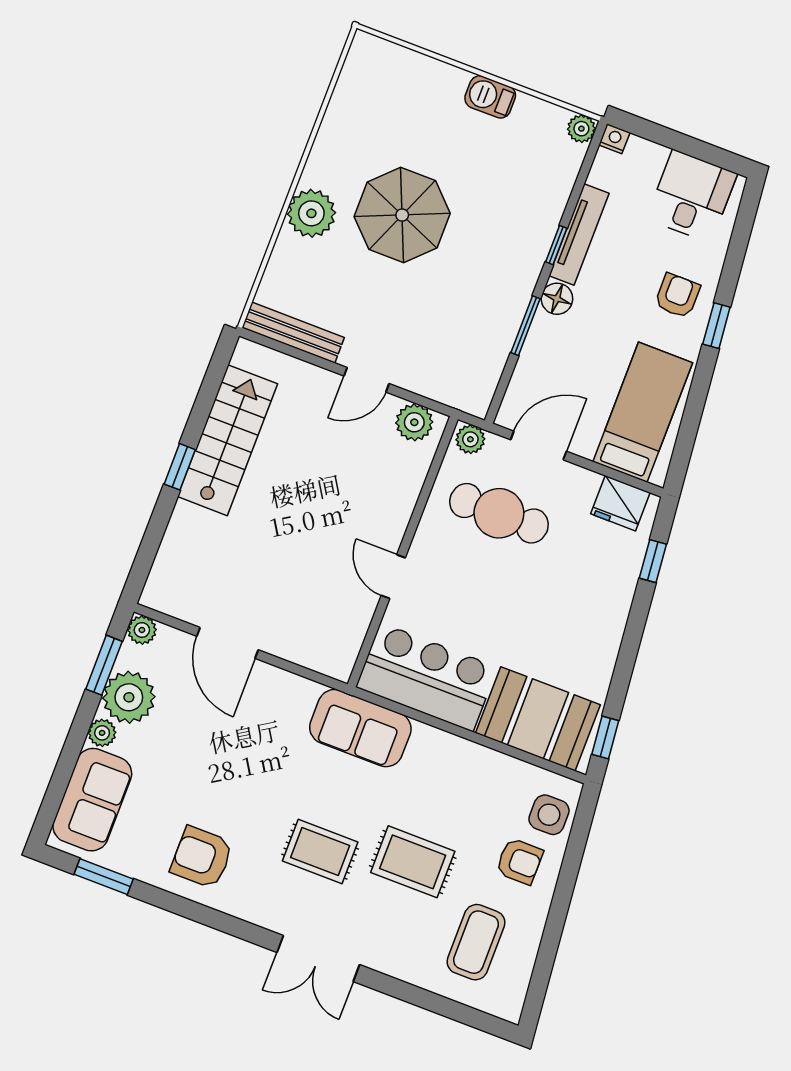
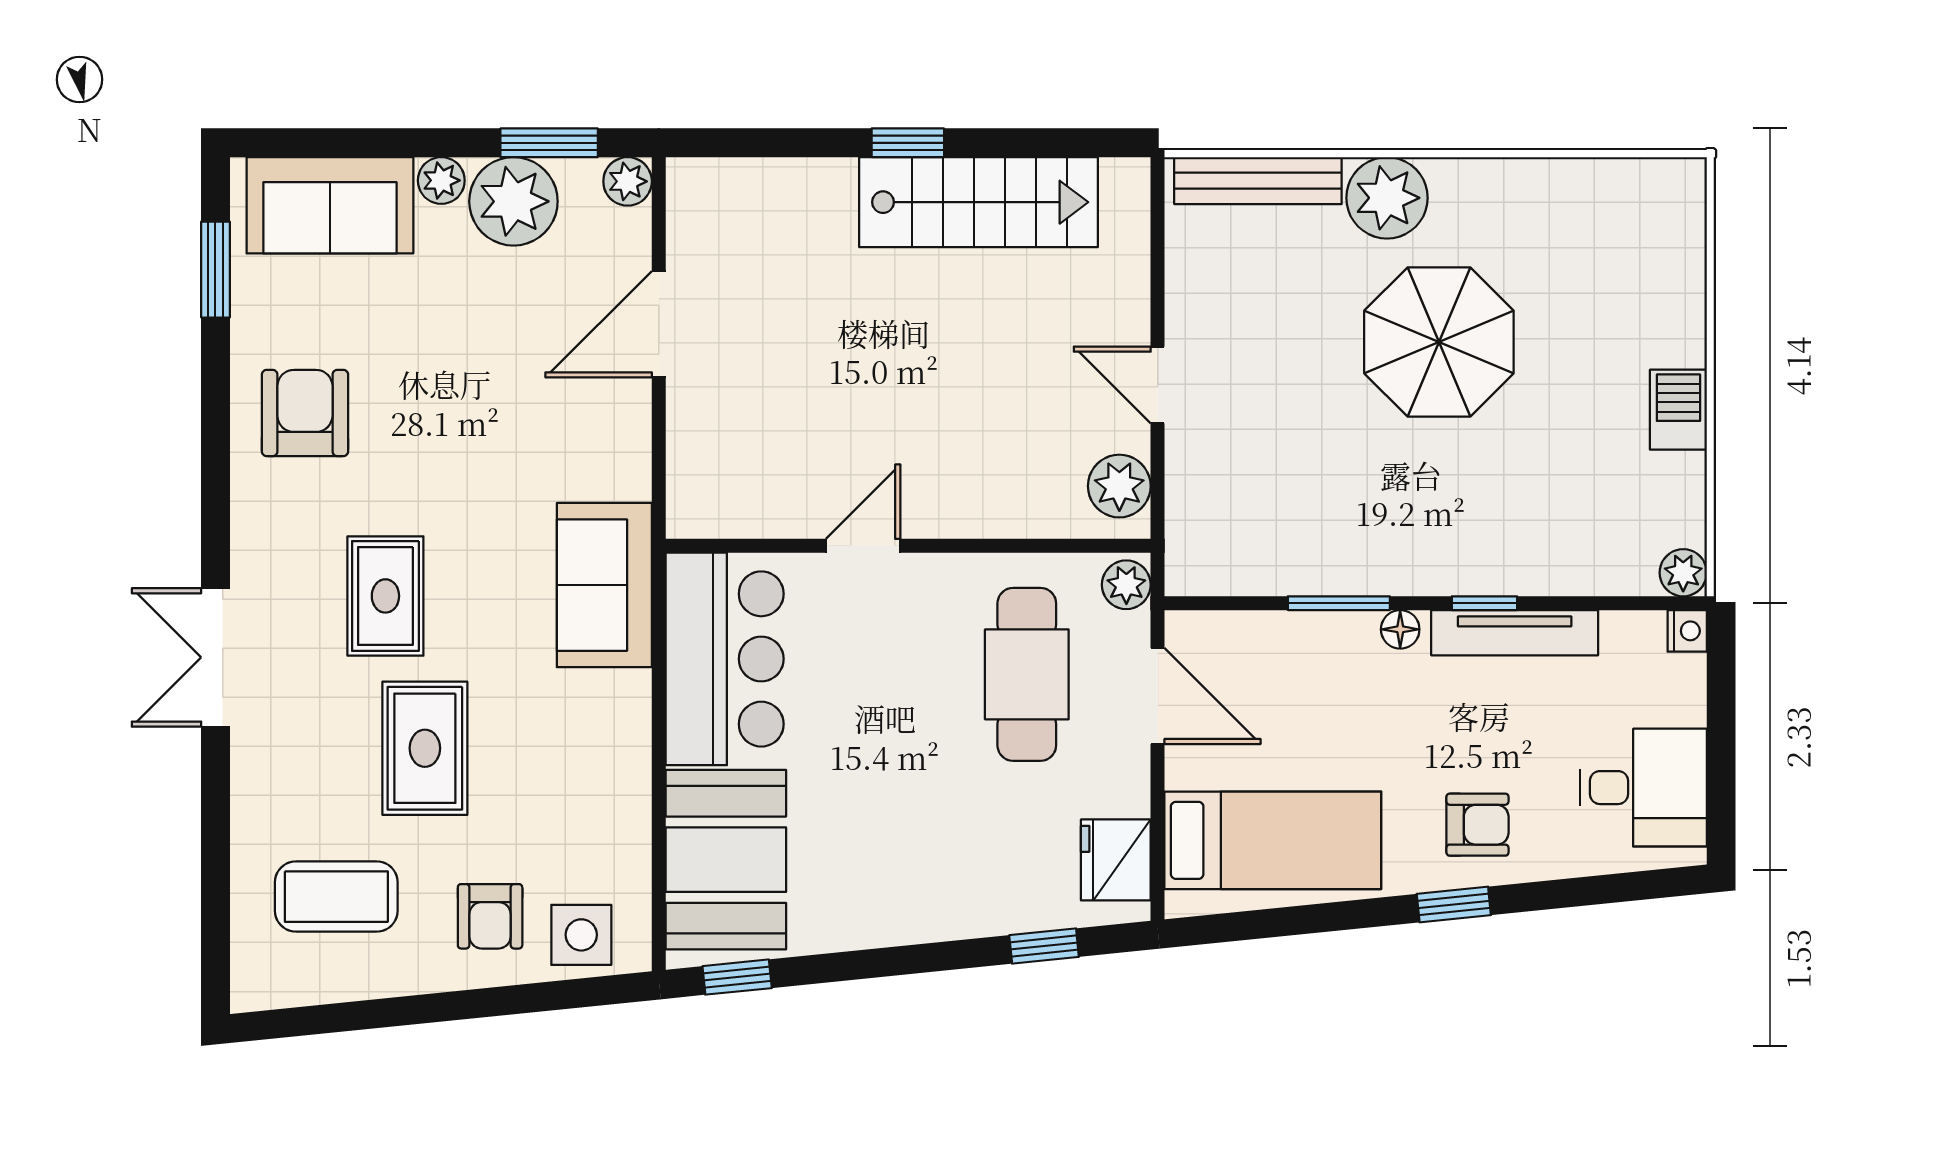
floor lamp: (557, 299) -> (1400, 629), width x0.73, depth x0.73
bench: (293, 333) -> (1258, 181), moved, turned 90

